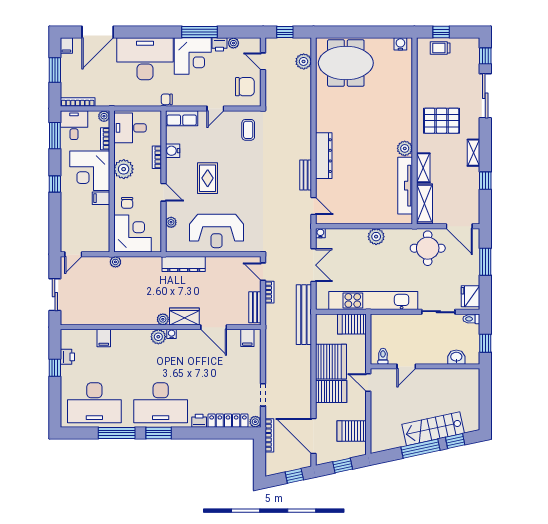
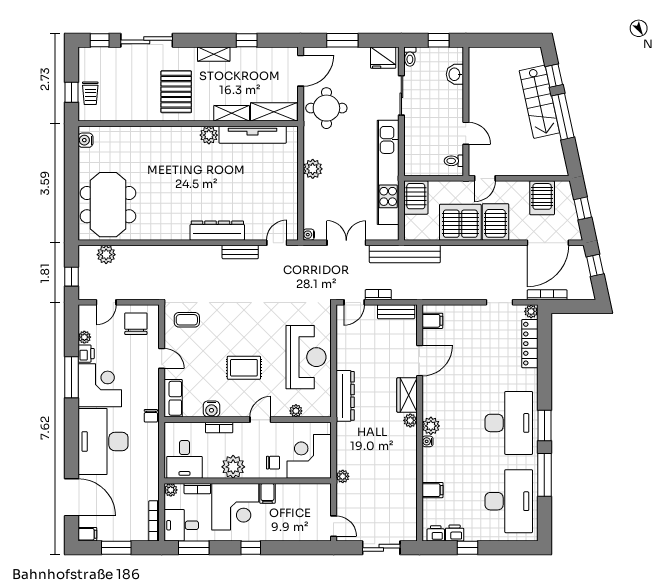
water cooler: (172, 334) -> (428, 441), moved
printer: (199, 421) -> (436, 533), moved, turned 90

